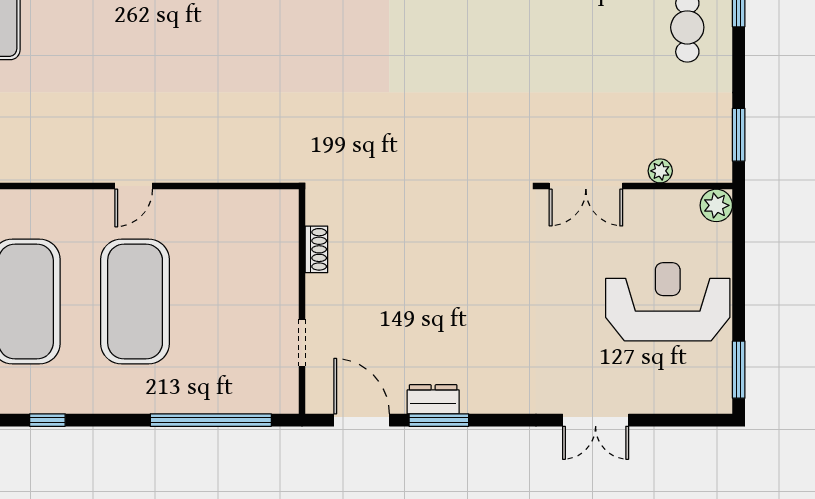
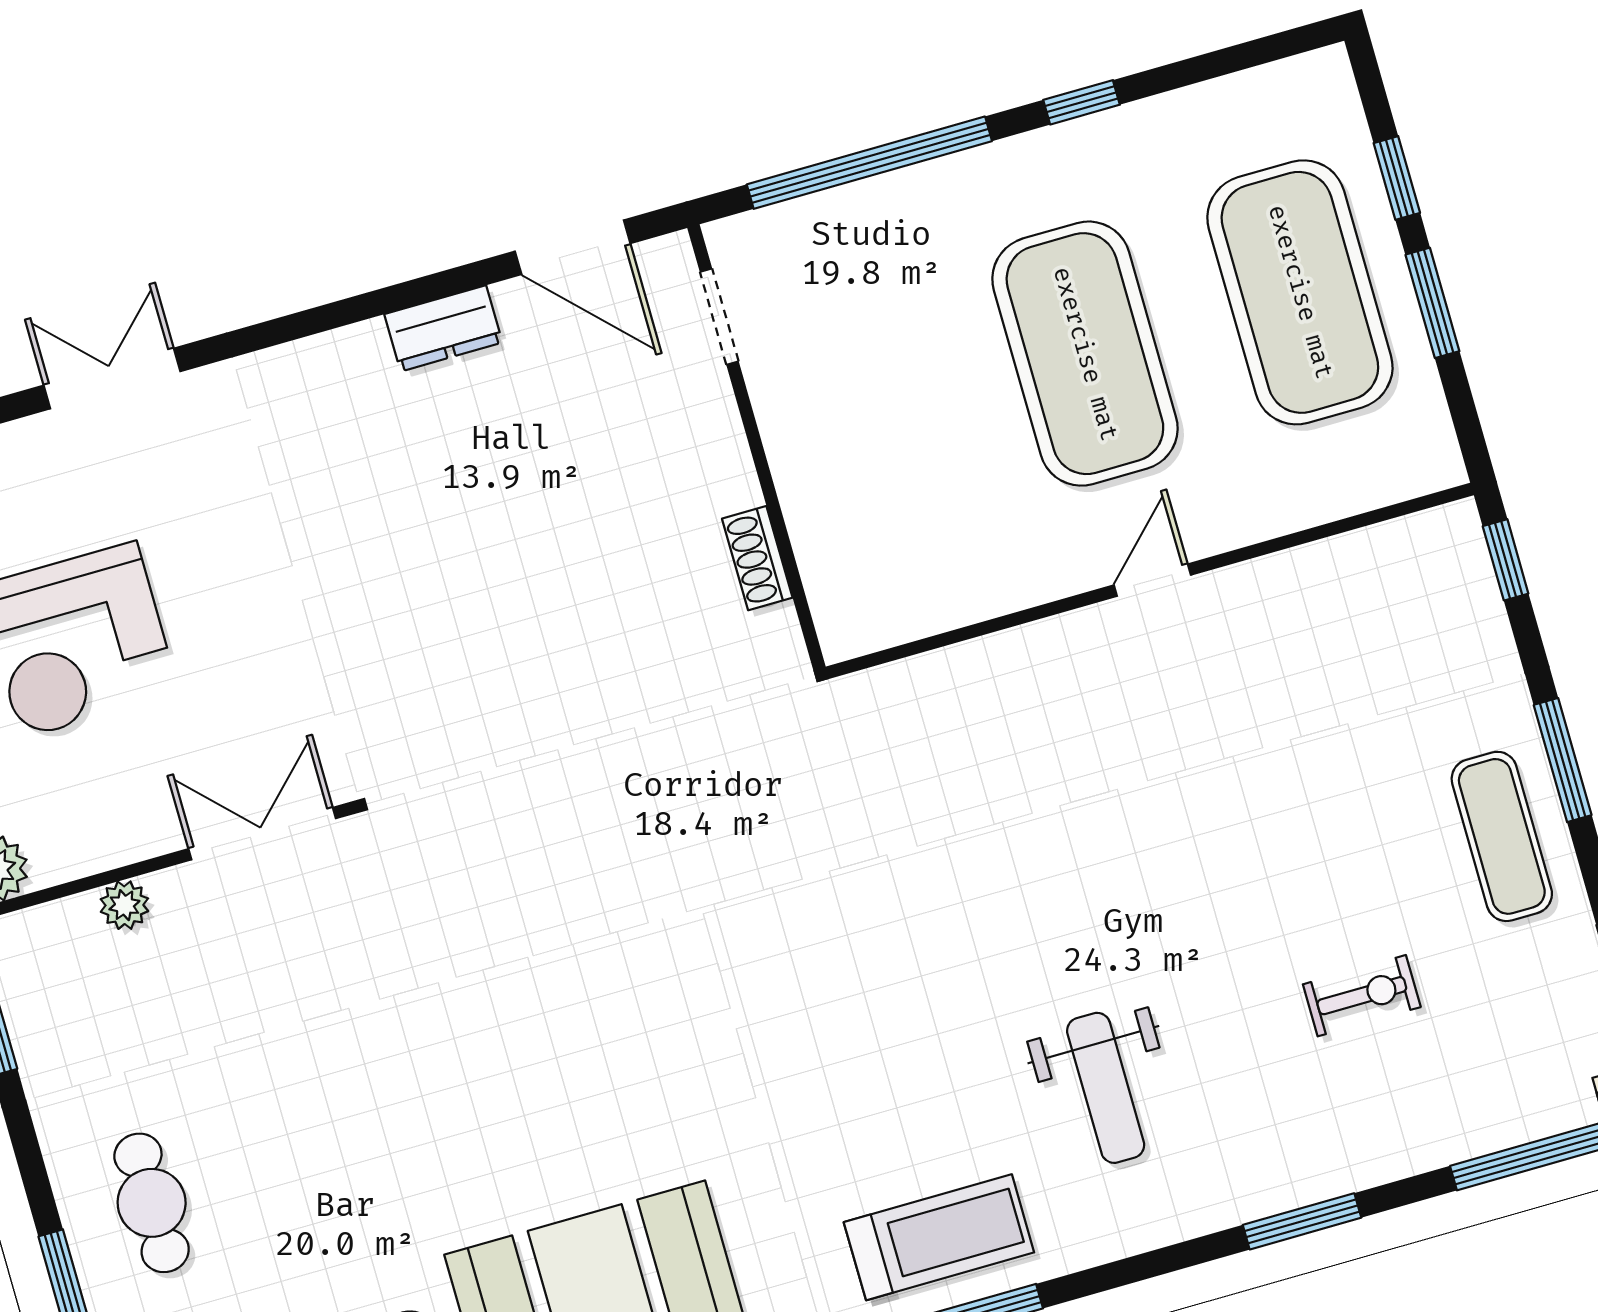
doorway: (302, 343) -> (719, 317), moved
window: (47, 420) -> (1082, 102), moved
window: (439, 420) -> (420, 291), removed

